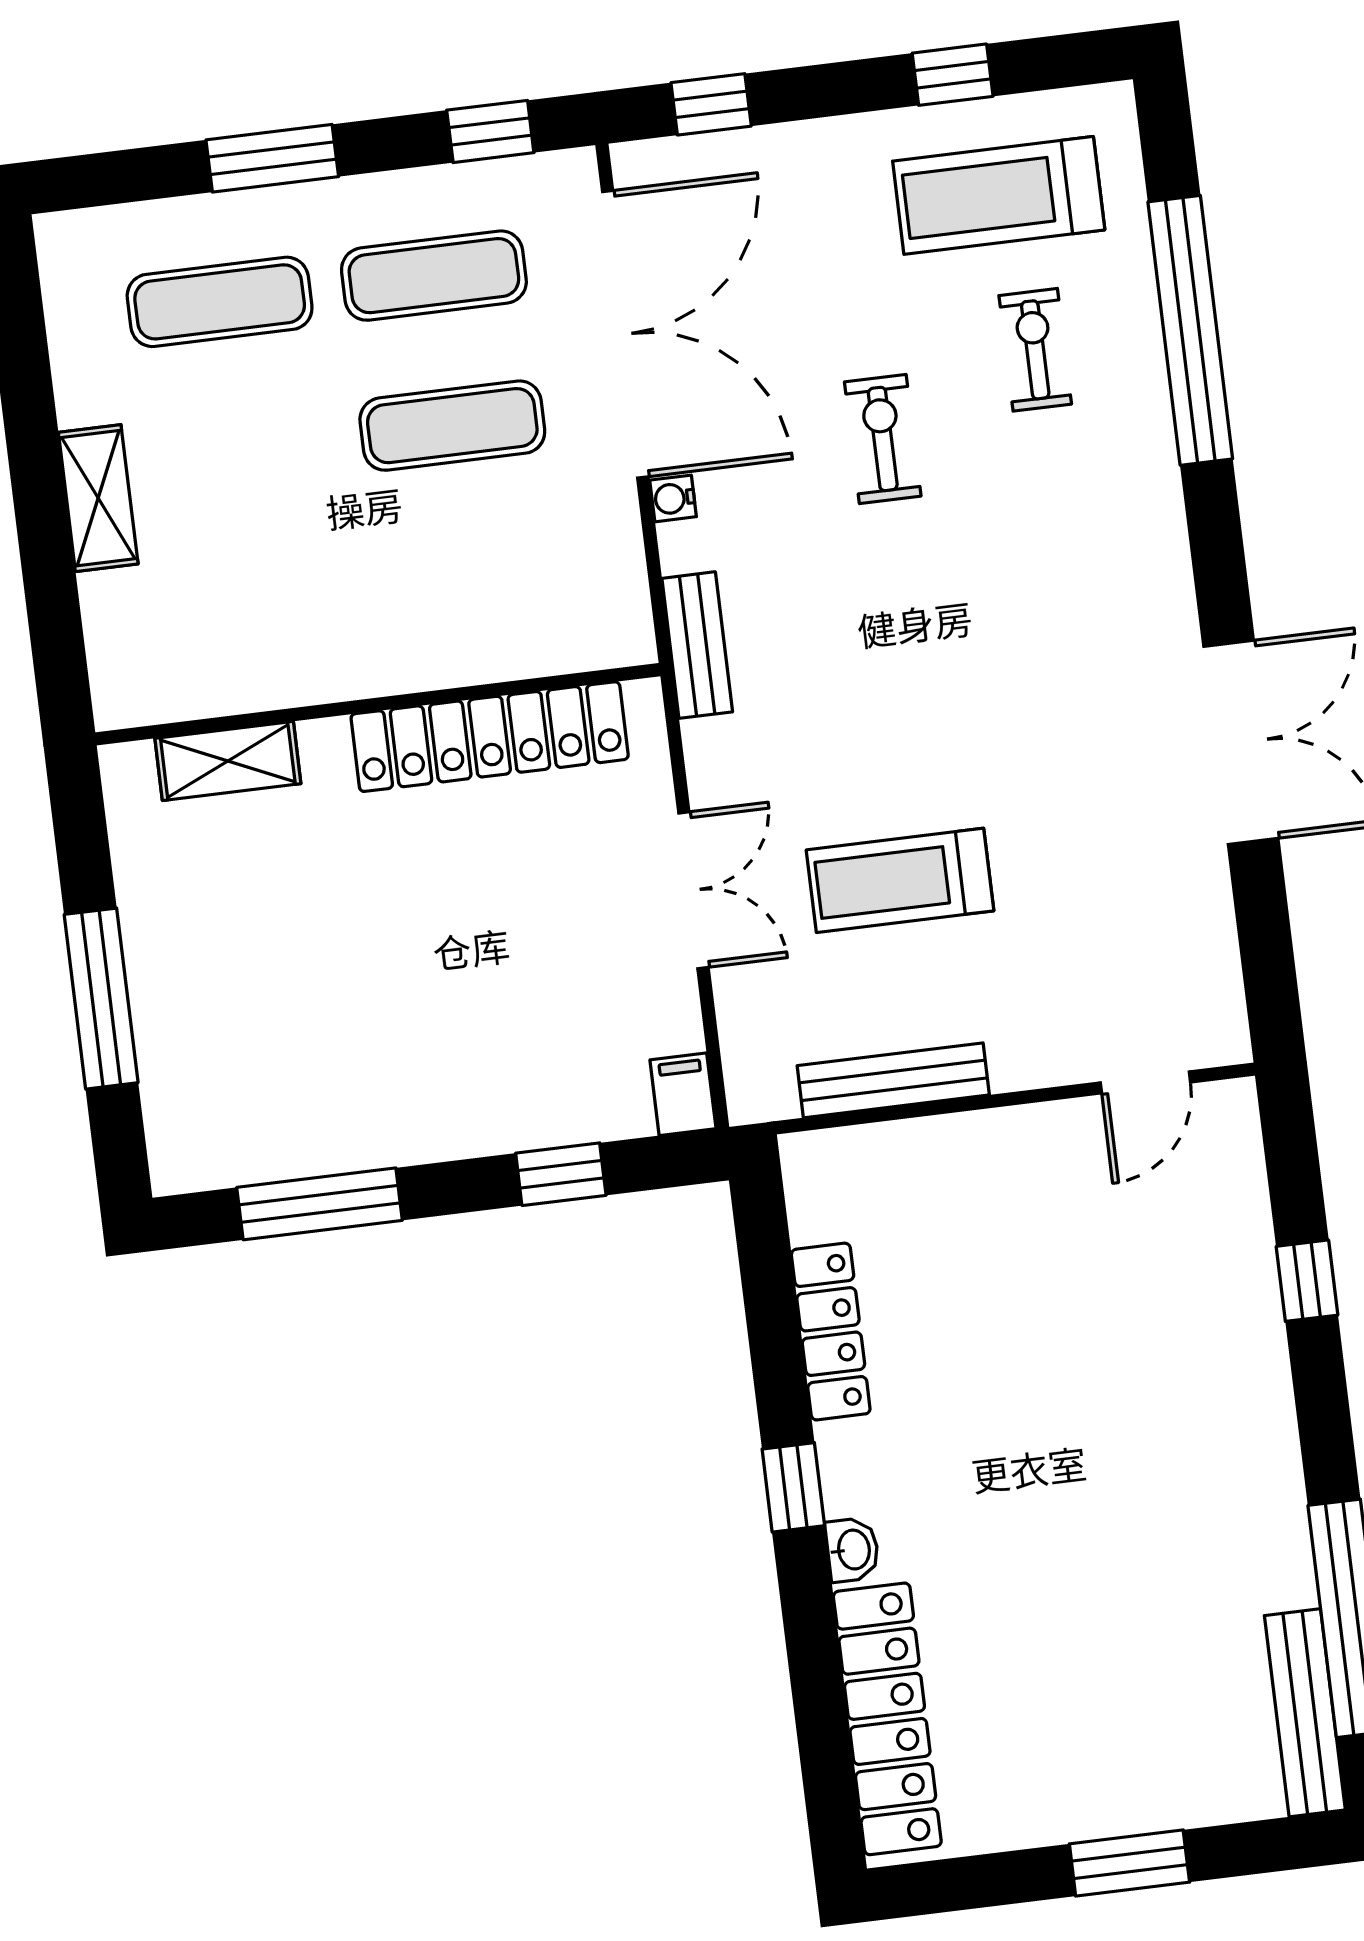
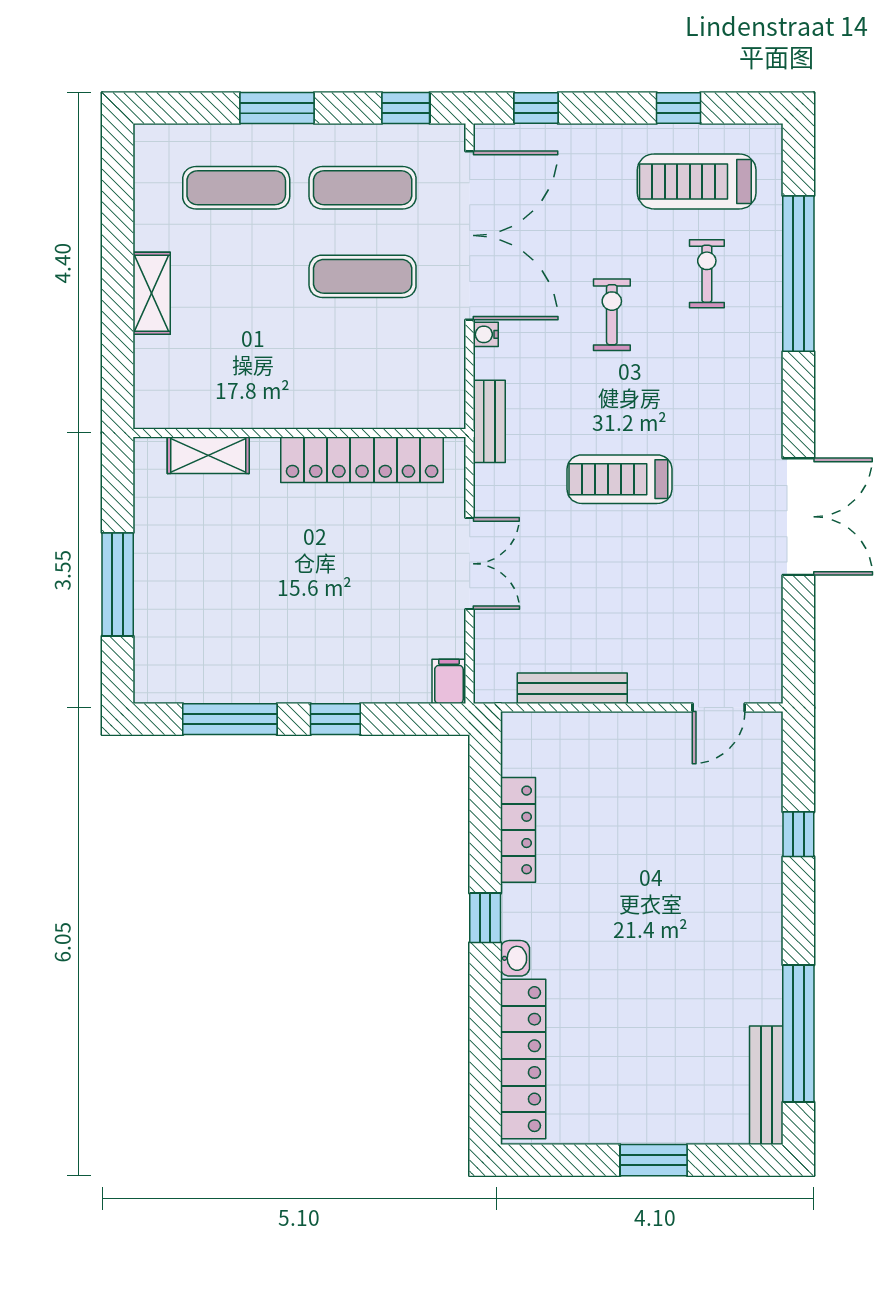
treadmill: (900, 880) -> (619, 479), moved
window: (561, 1174) -> (335, 719), moved

